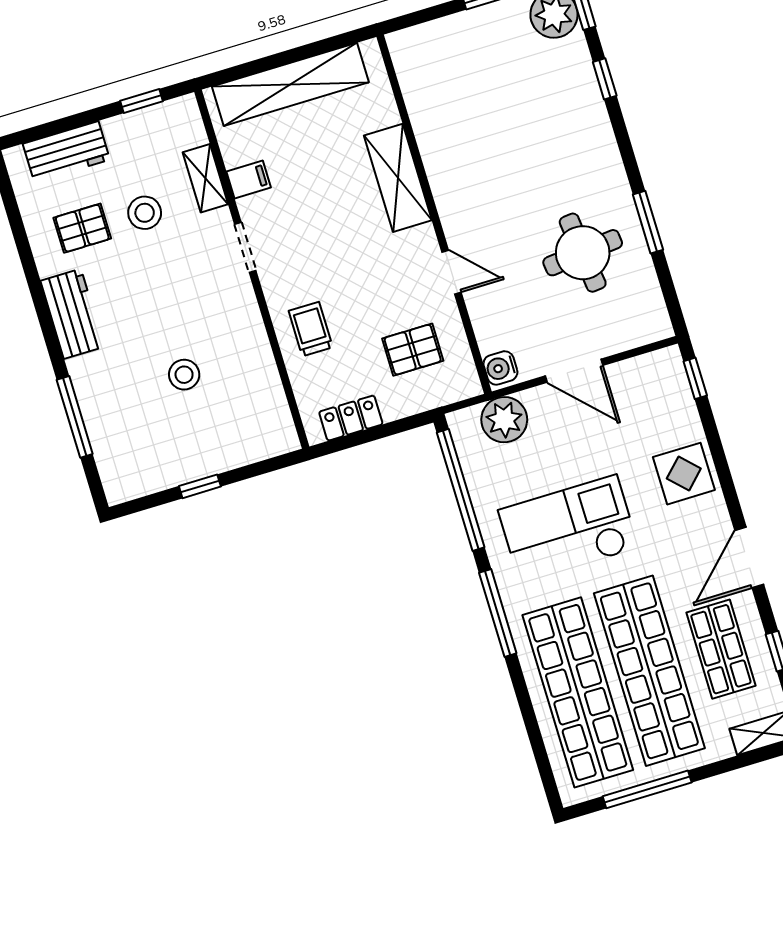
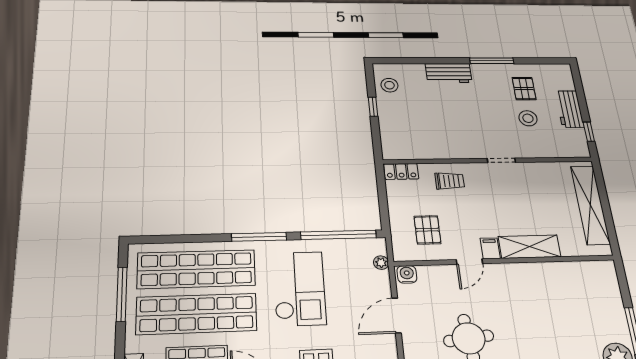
workbench: (66, 152) -> (570, 109), moved
shelving: (205, 178) -> (543, 151), removed
filing cabinet: (249, 179) -> (490, 248), moved, turned 180
workbench: (72, 314) -> (449, 73), moved
stool: (184, 375) -> (389, 85), moved
window: (75, 417) -> (492, 61), moved
locker: (351, 418) -> (401, 171), moved, turned 90
plant: (504, 420) -> (381, 263), width x0.53, depth x0.53

